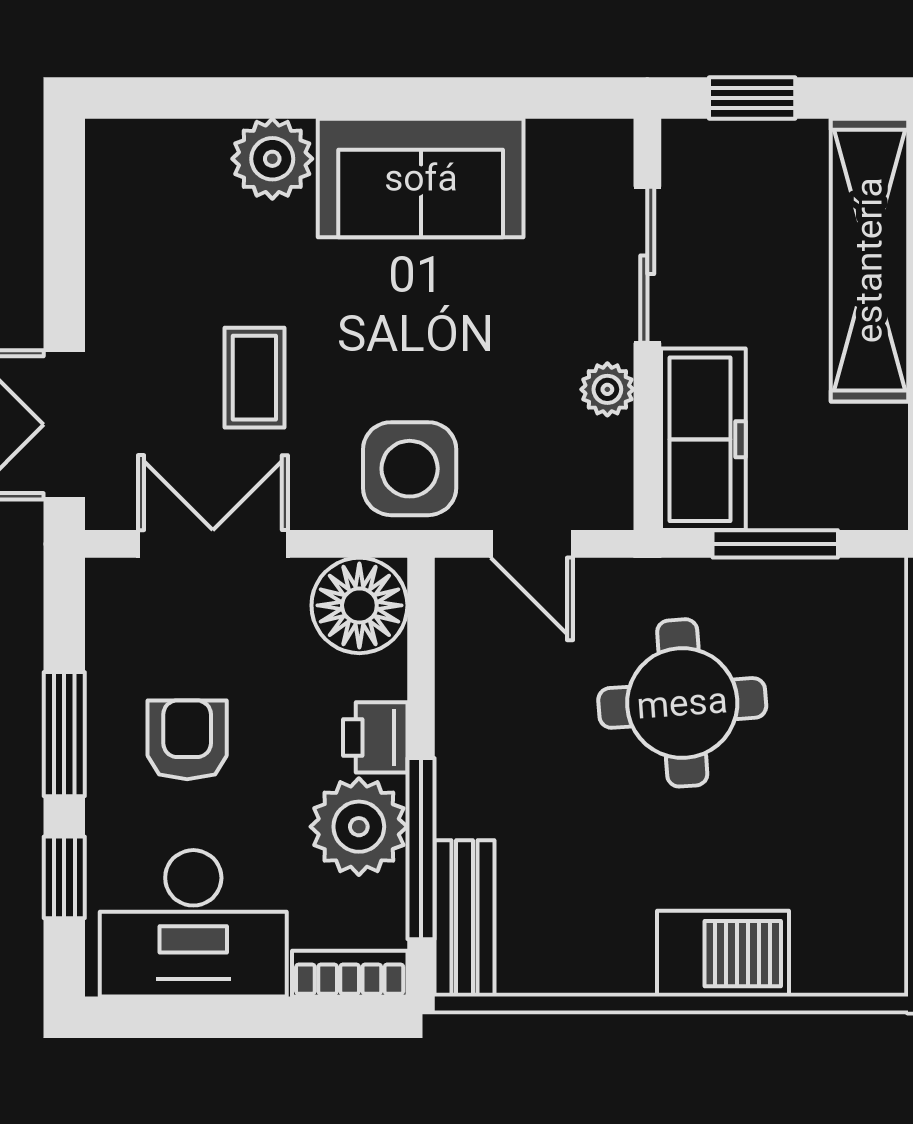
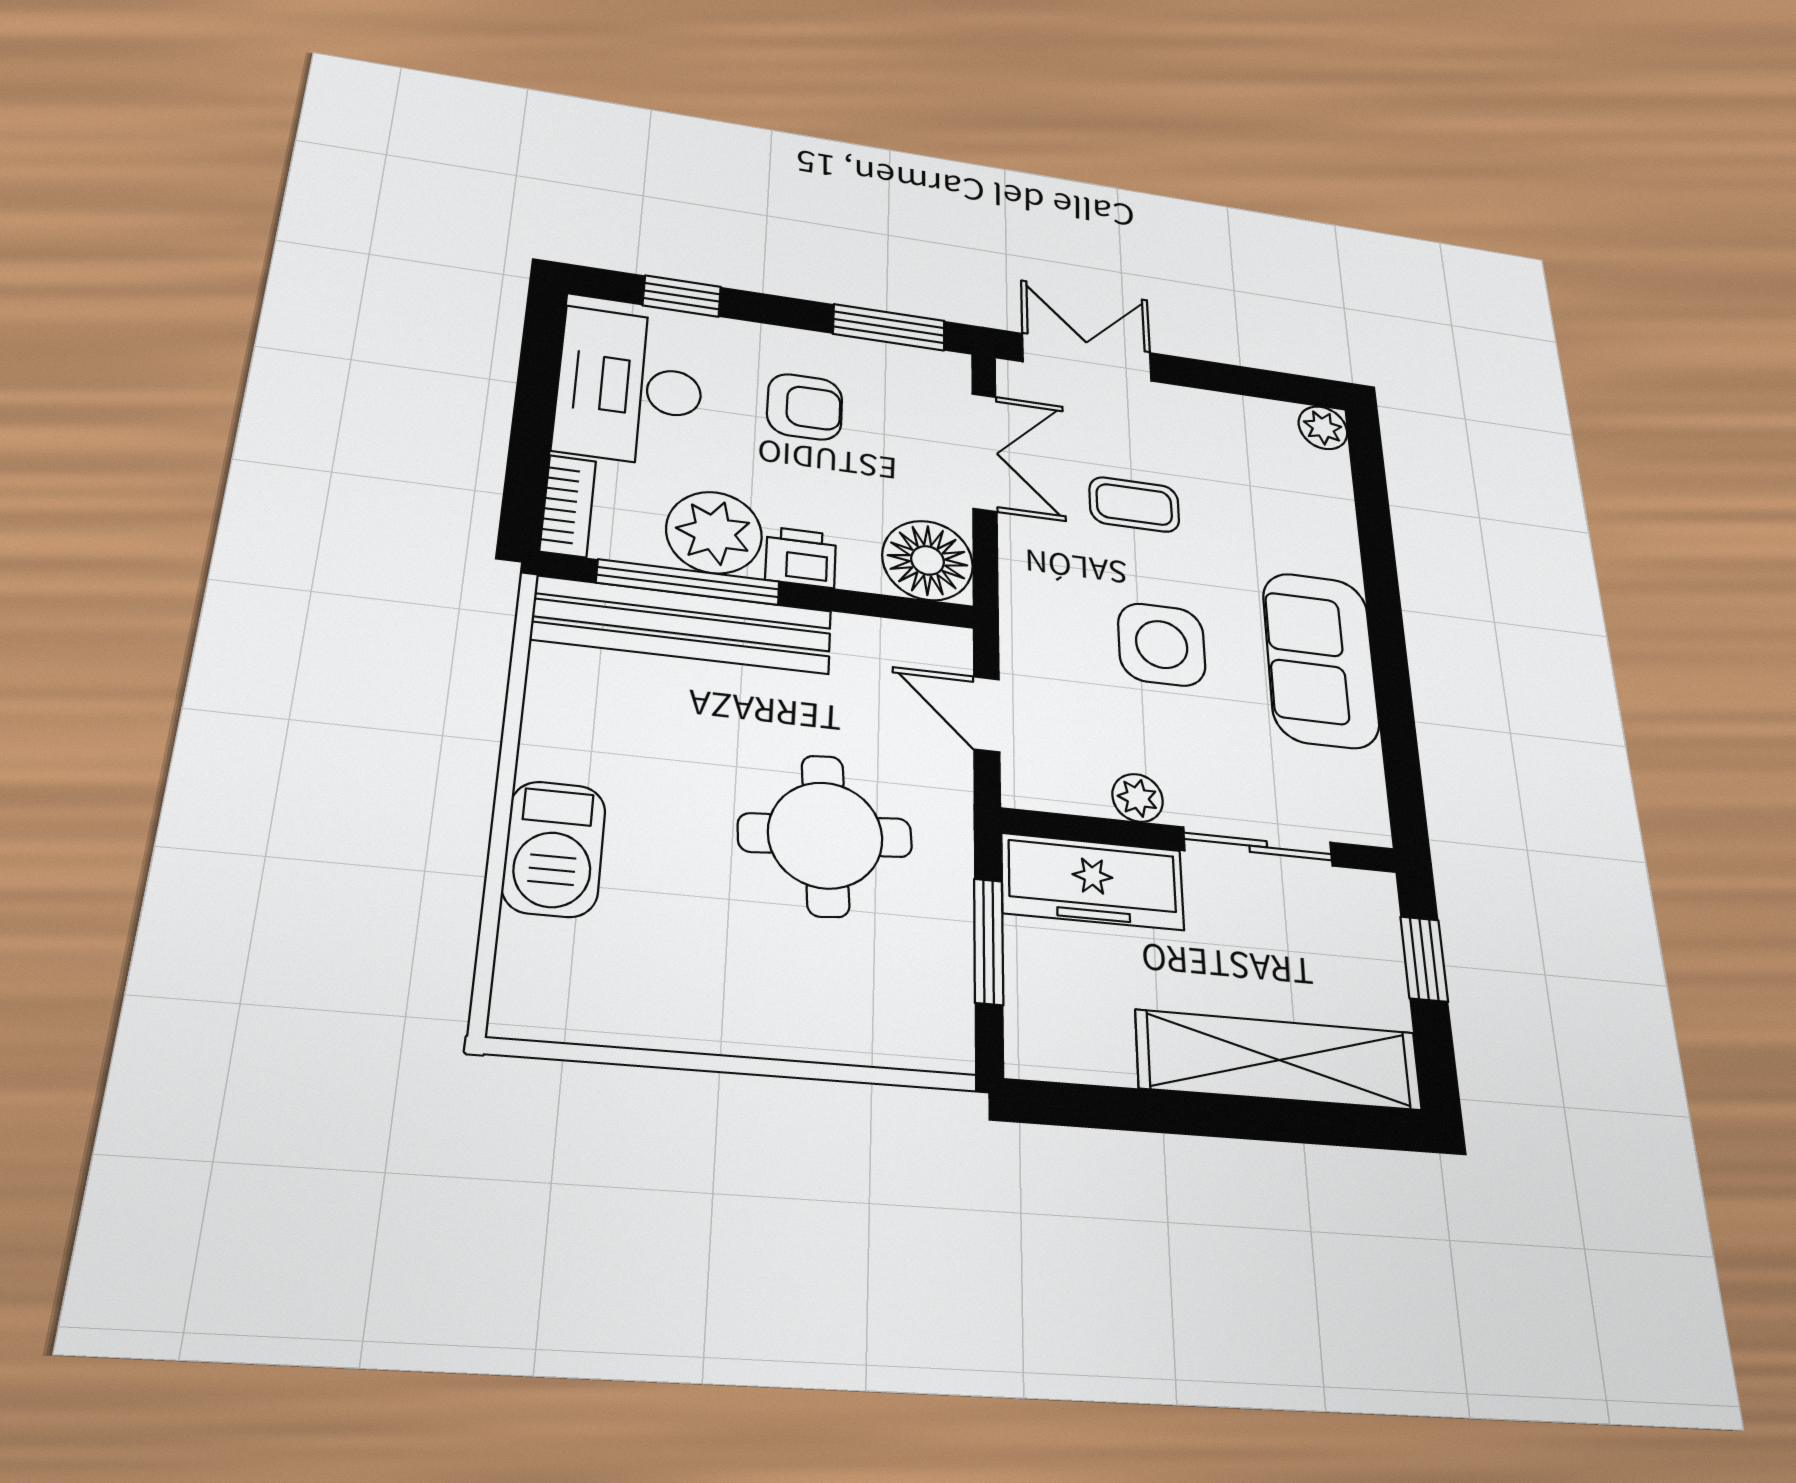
plant: (272, 159) -> (1323, 428), moved, width x0.73, depth x0.73
side table: (410, 469) -> (1162, 644), moved
door: (532, 544) -> (987, 714), hinge flipped
window: (64, 734) -> (889, 327), moved
bench: (465, 918) -> (683, 625), width x1.86, depth x1.21

